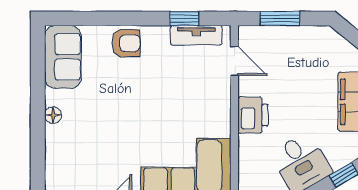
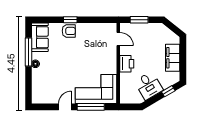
window: (184, 18) -> (70, 20), moved
tv unit: (196, 35) -> (101, 27), removed
window: (38, 89) -> (28, 52), added

